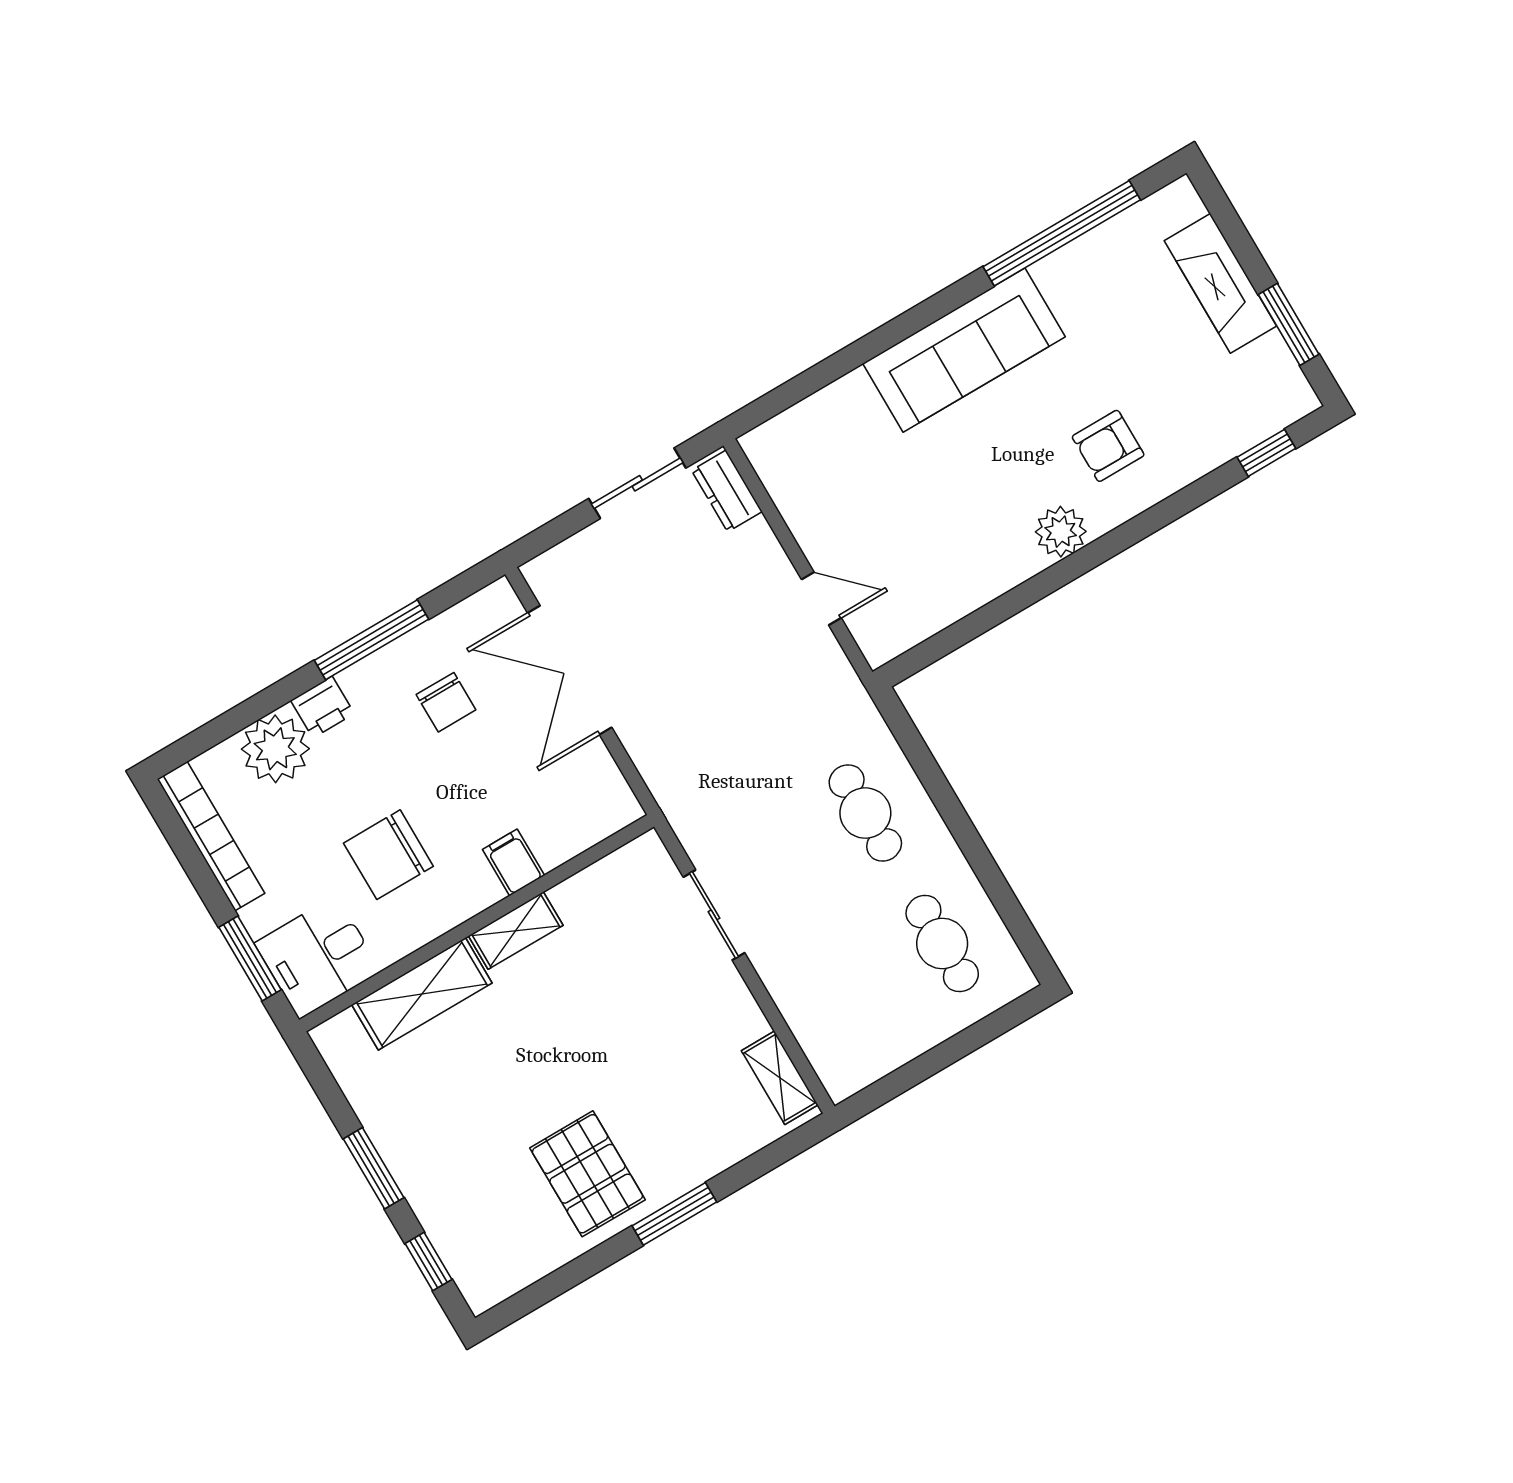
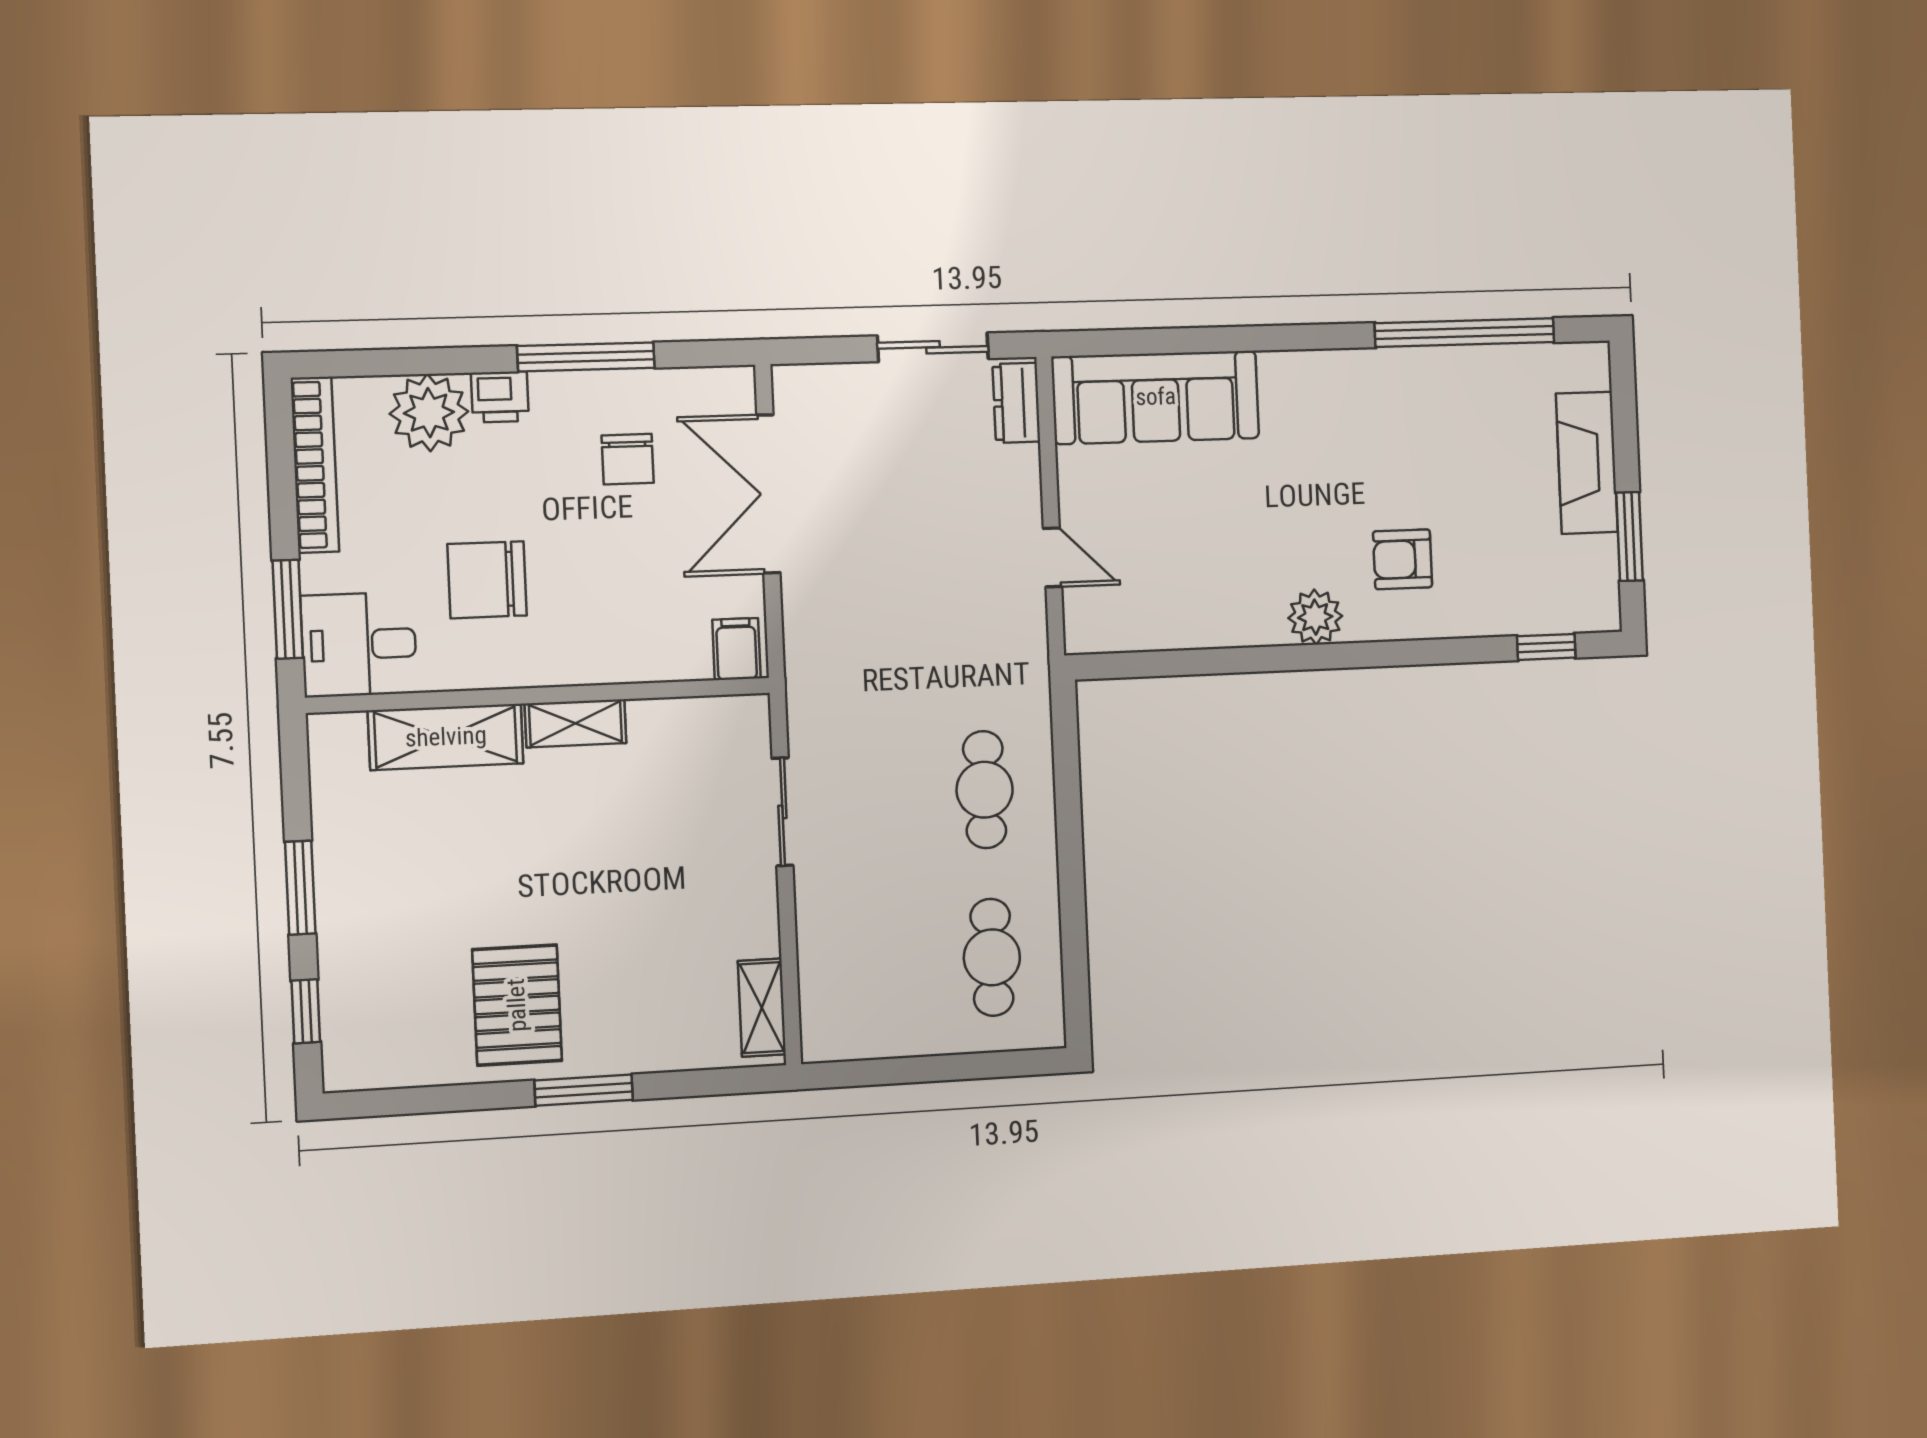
sofa: (964, 350) -> (1156, 397), moved
filing cabinet: (513, 862) -> (736, 649), moved

